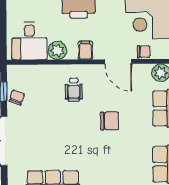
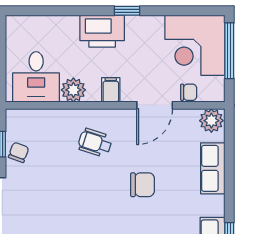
door: (118, 62) -> (155, 105), hinge flipped
wheelchair: (74, 90) -> (95, 143), turned 108

